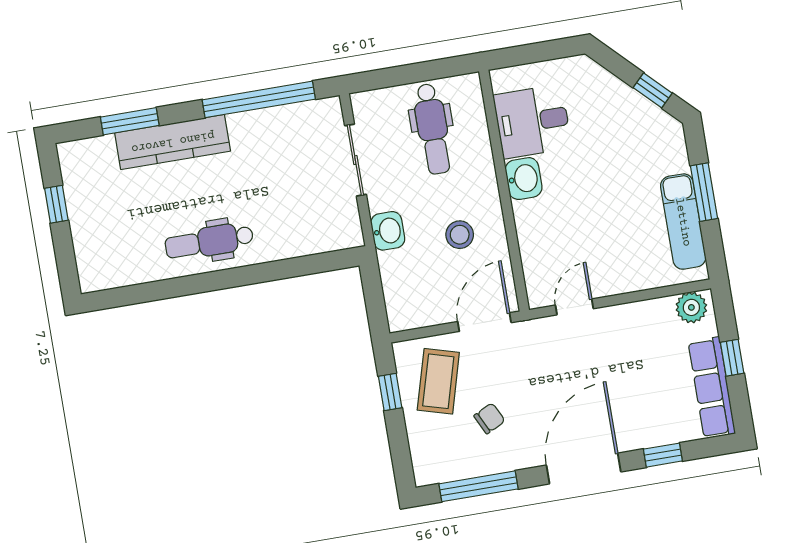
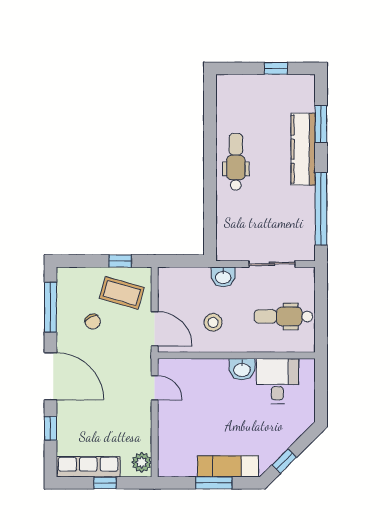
exam couch: (683, 222) -> (228, 466), moved

